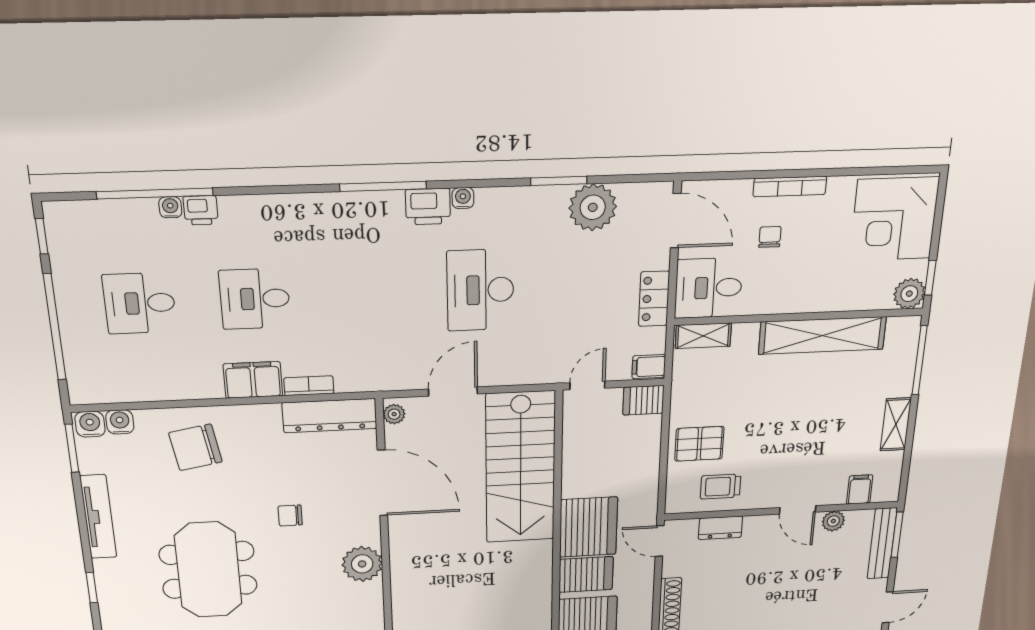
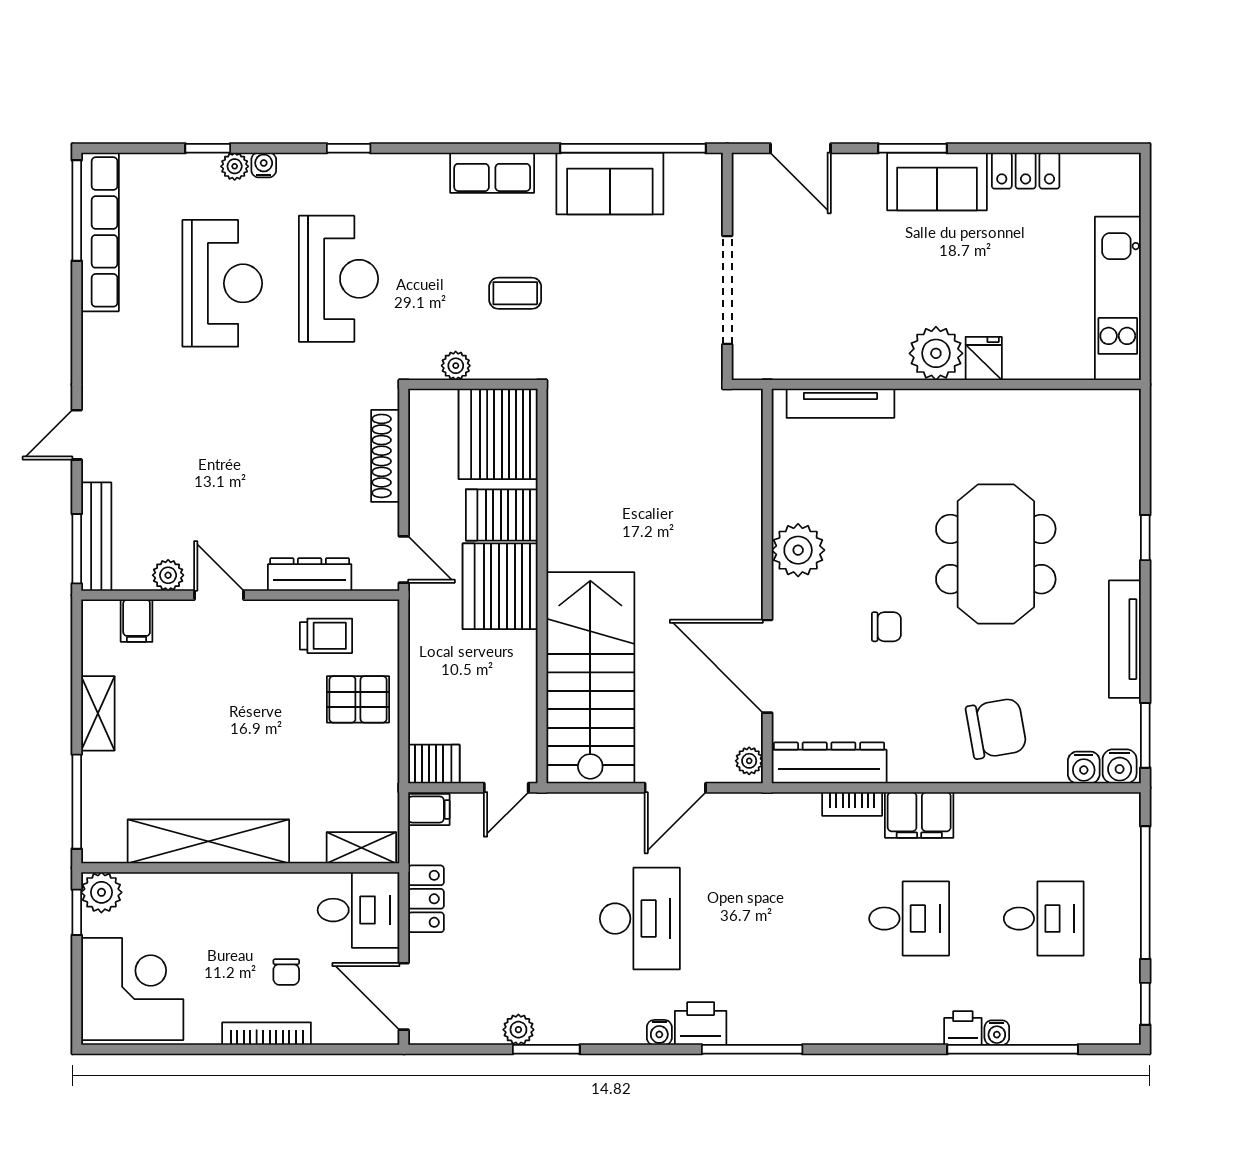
plant: (593, 207) -> (518, 1030), width x0.53, depth x0.53
dresser: (720, 528) -> (310, 574), width x1.44

